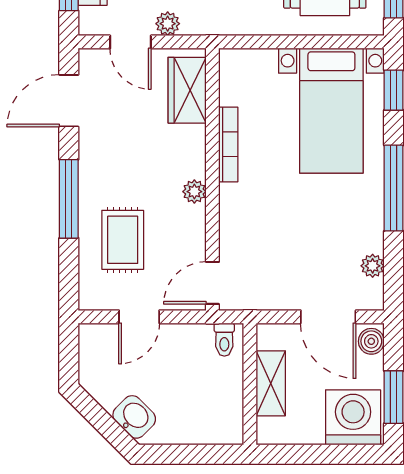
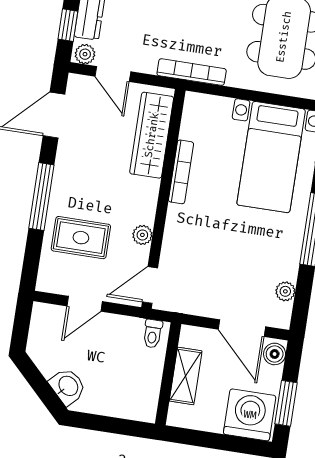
plant: (168, 24) -> (85, 54), moved
bookcase: (223, 25) -> (192, 72), added
wardrobe: (187, 90) -> (152, 135), width x1.50
plant: (194, 192) -> (142, 235), moved
rug: (123, 240) -> (81, 238), turned 90

